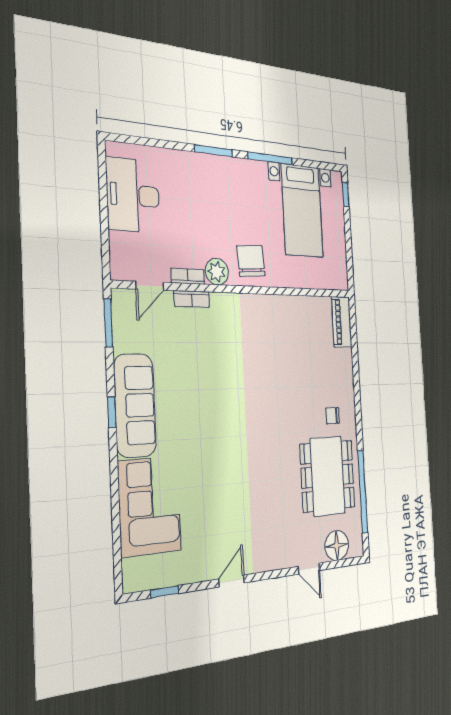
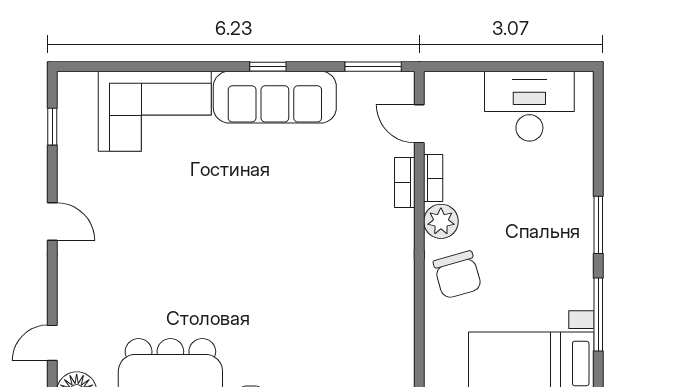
chair: (251, 261) -> (457, 275), turned 78

